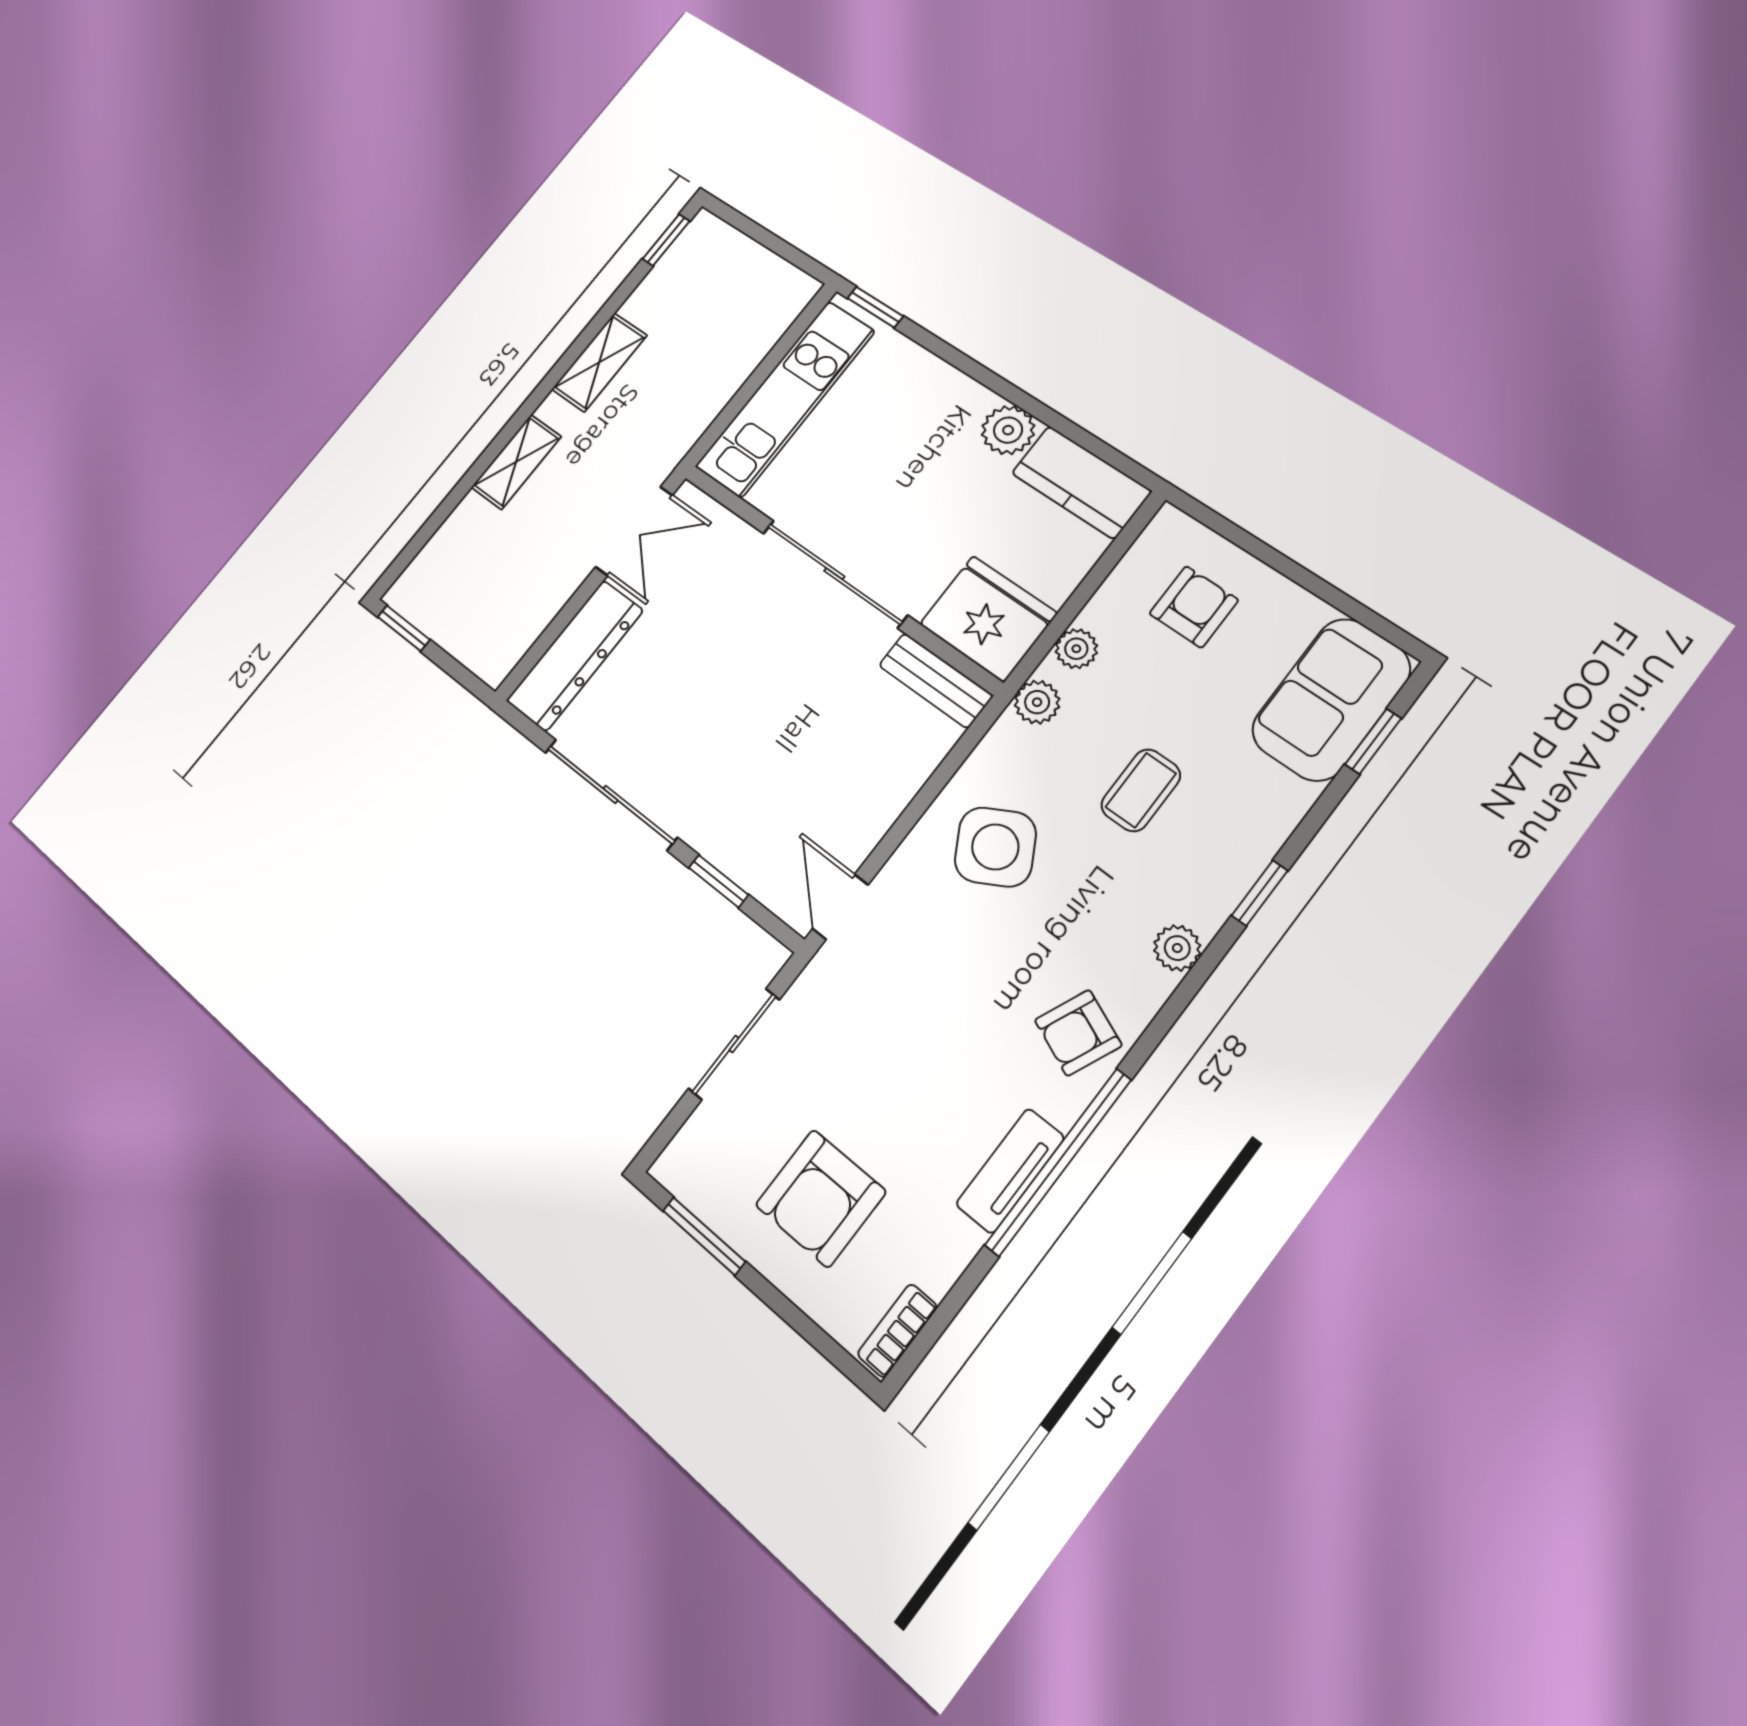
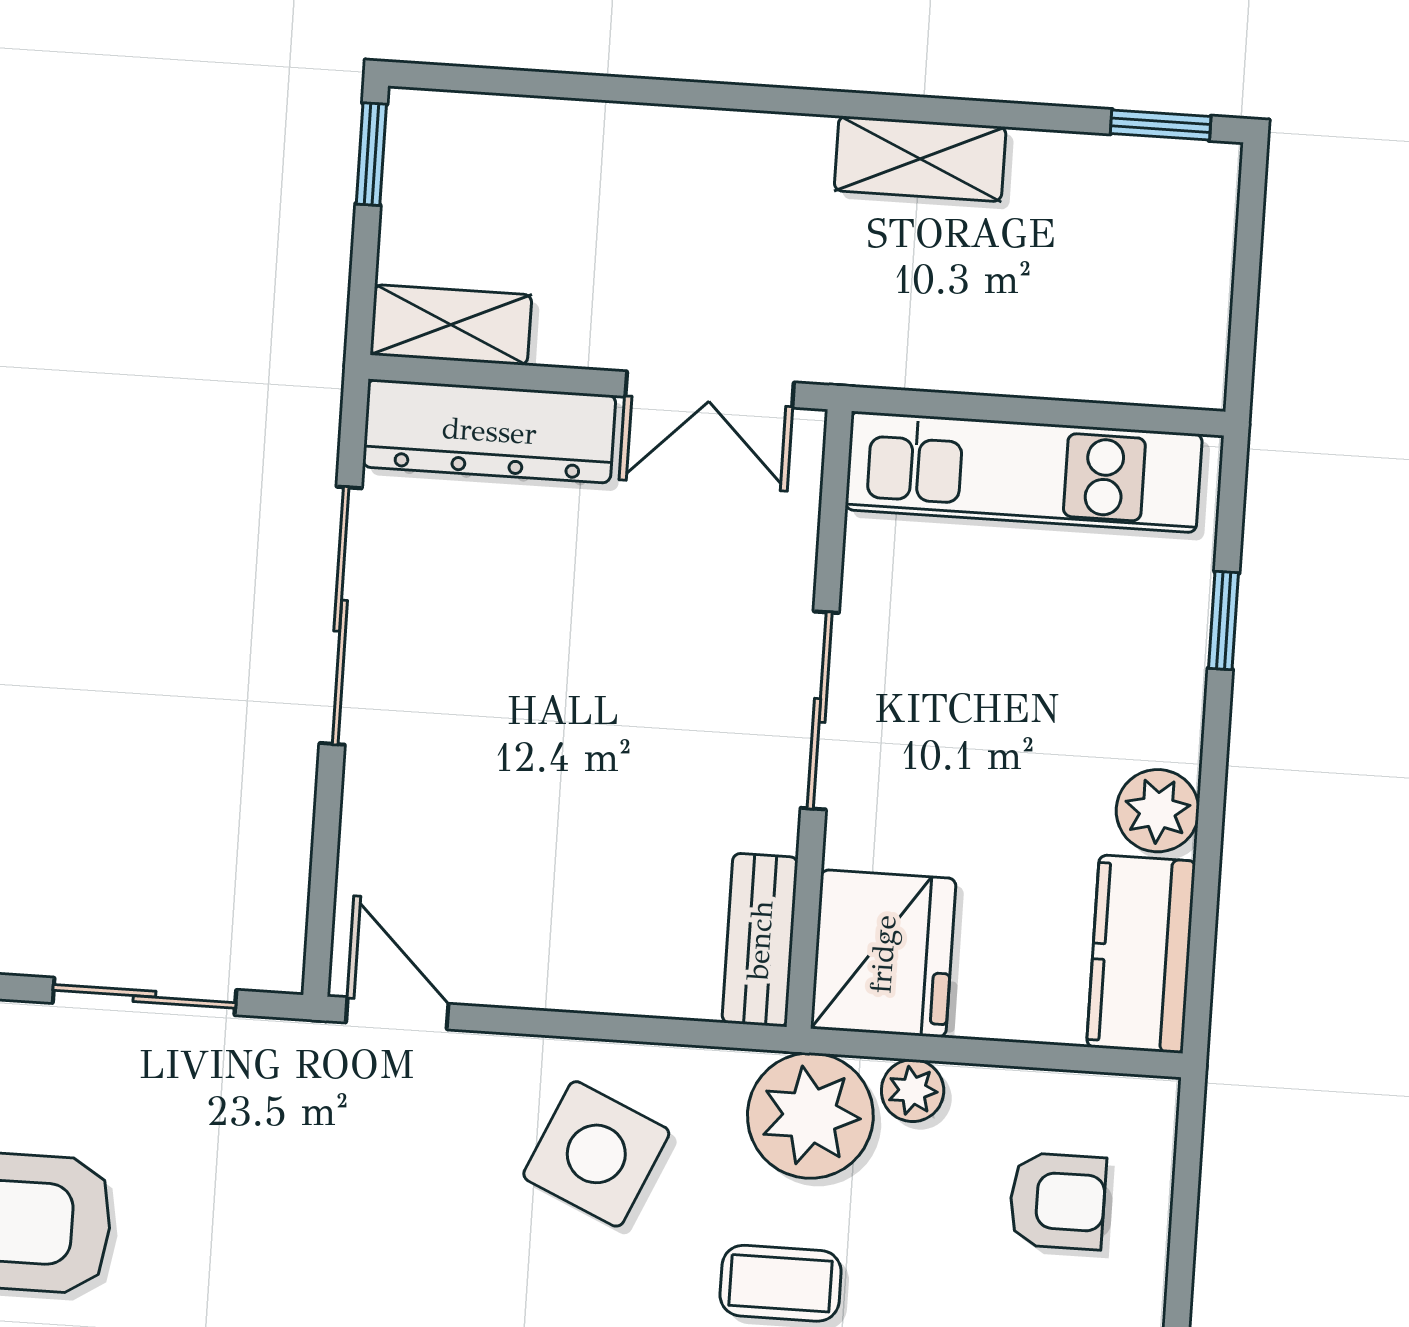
window: (875, 307) -> (1224, 621), moved
shelving: (516, 462) -> (451, 325), moved
sliding door: (834, 574) -> (820, 710), width x0.73
plant: (1037, 702) -> (810, 1116), width x1.88, depth x1.88
side table: (995, 847) -> (596, 1154), turned -37
window: (719, 881) -> (326, 837), removed
door: (840, 907) -> (397, 1013), hinge flipped

